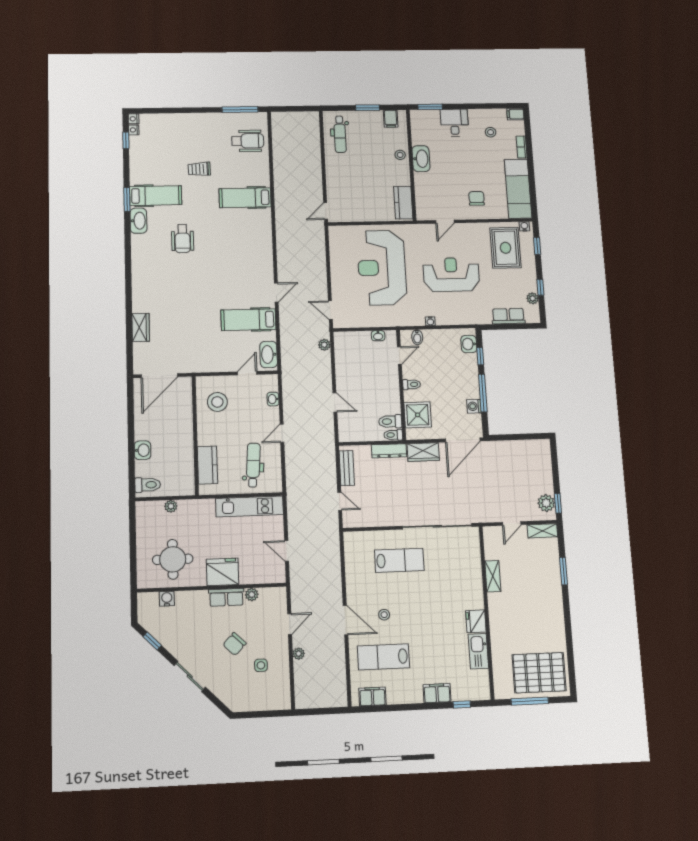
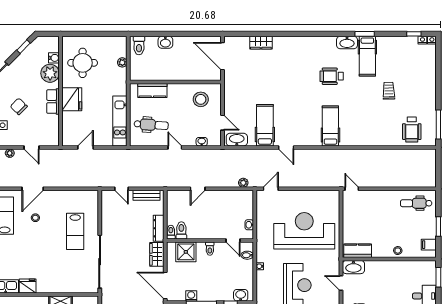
washbasin: (421, 159) -> (353, 267), moved
hospital bed: (245, 198) -> (330, 126), moved
door: (340, 501) -> (121, 189), hinge flipped
plant: (252, 595) -> (50, 73), moved, width x1.88, depth x1.88

